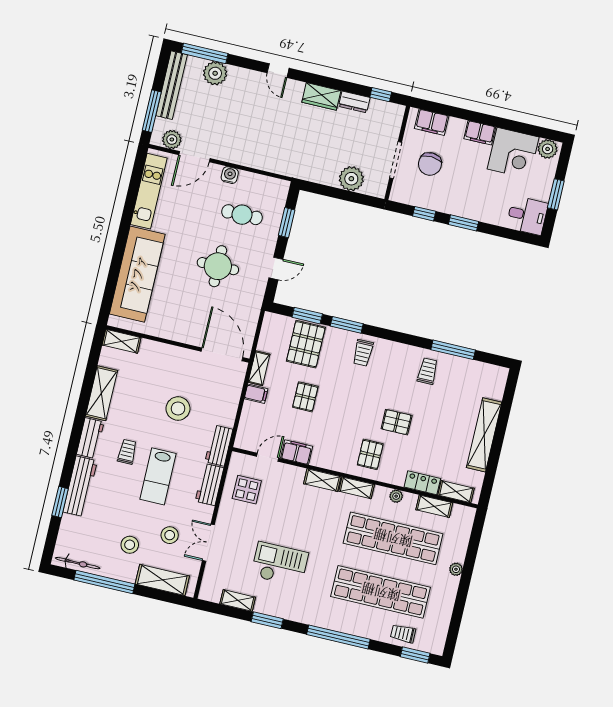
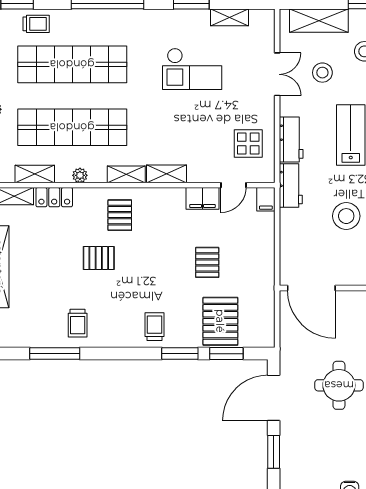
cafe table: (242, 215) -> (326, 449), removed
door: (276, 268) -> (274, 398), width x1.87
shelving: (259, 368) -> (266, 282), removed
filing cabinet: (256, 394) -> (266, 199), moved, turned -90

